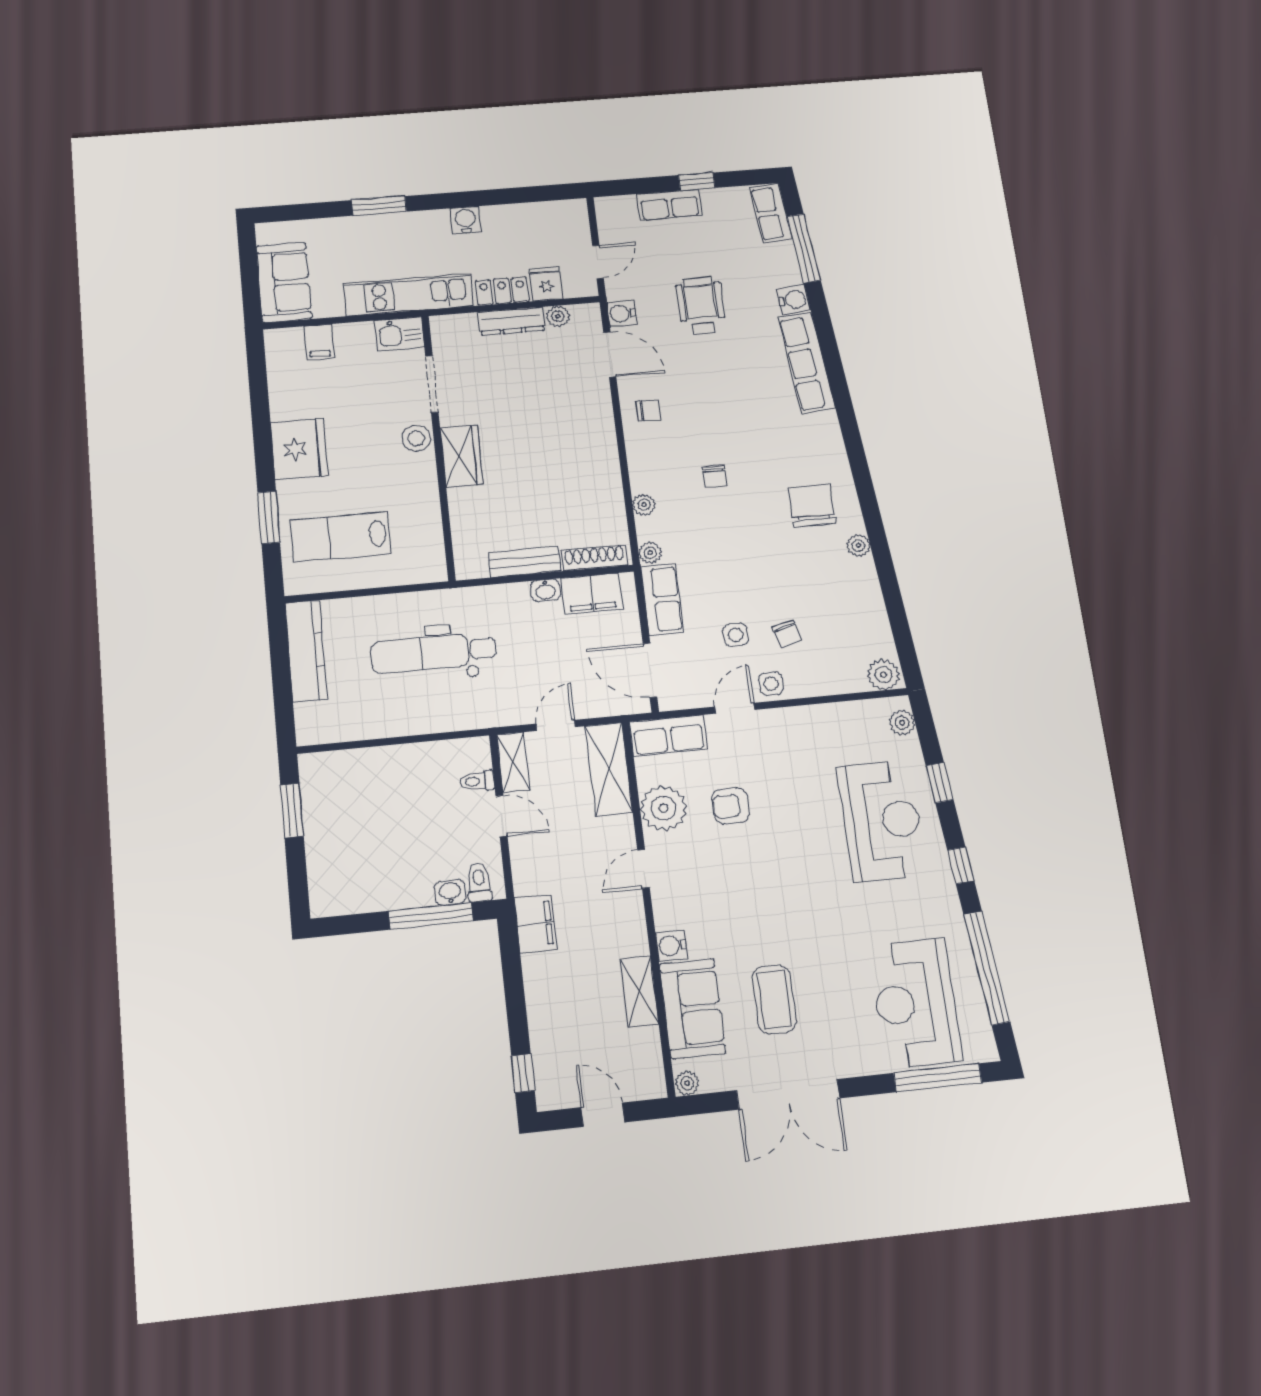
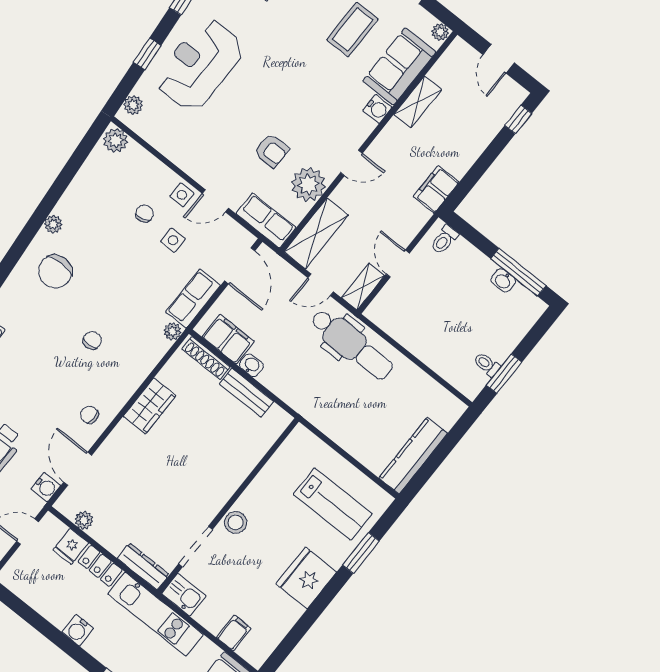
dresser: (512, 321) -> (143, 566), moved
wardrobe: (462, 456) -> (150, 406), moved, turned 180
plant: (644, 505) -> (148, 362), removed
dental chair: (433, 653) -> (352, 344), moved
toilet: (477, 781) -> (487, 364), moved, turned 180
washbasin: (450, 892) -> (503, 280), moved
window: (431, 916) -> (518, 272), moved

